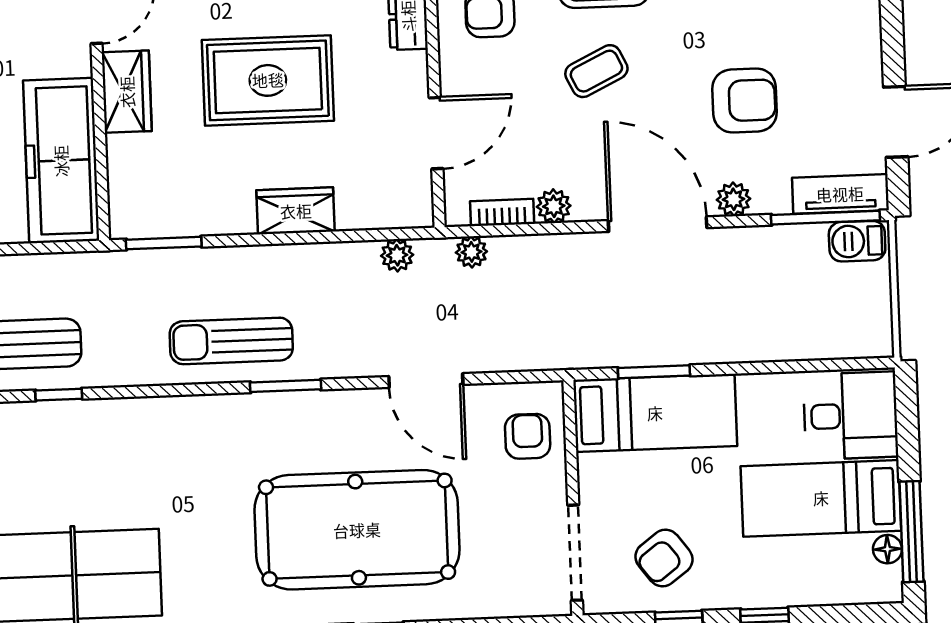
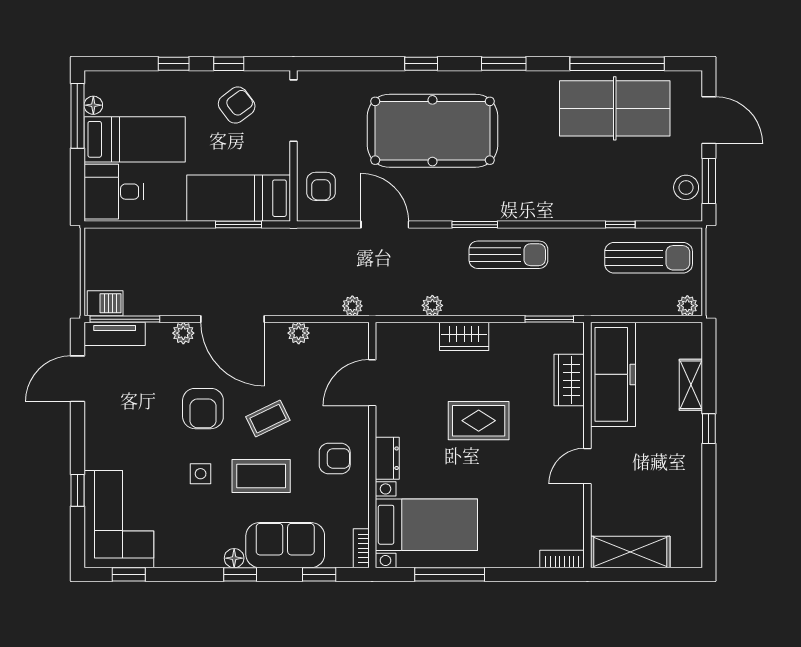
rug: (268, 80) -> (479, 421), width x0.73, depth x0.70
wardrobe: (127, 92) -> (569, 380), moved
armchair: (744, 100) -> (203, 409), moved, turned -90
bookcase: (502, 213) -> (332, 330), removed
plant: (397, 255) -> (432, 305), moved

